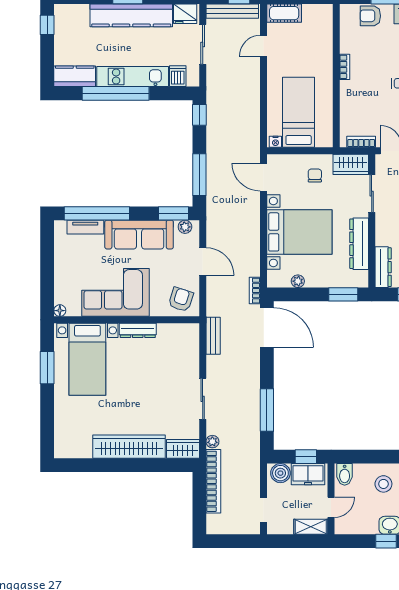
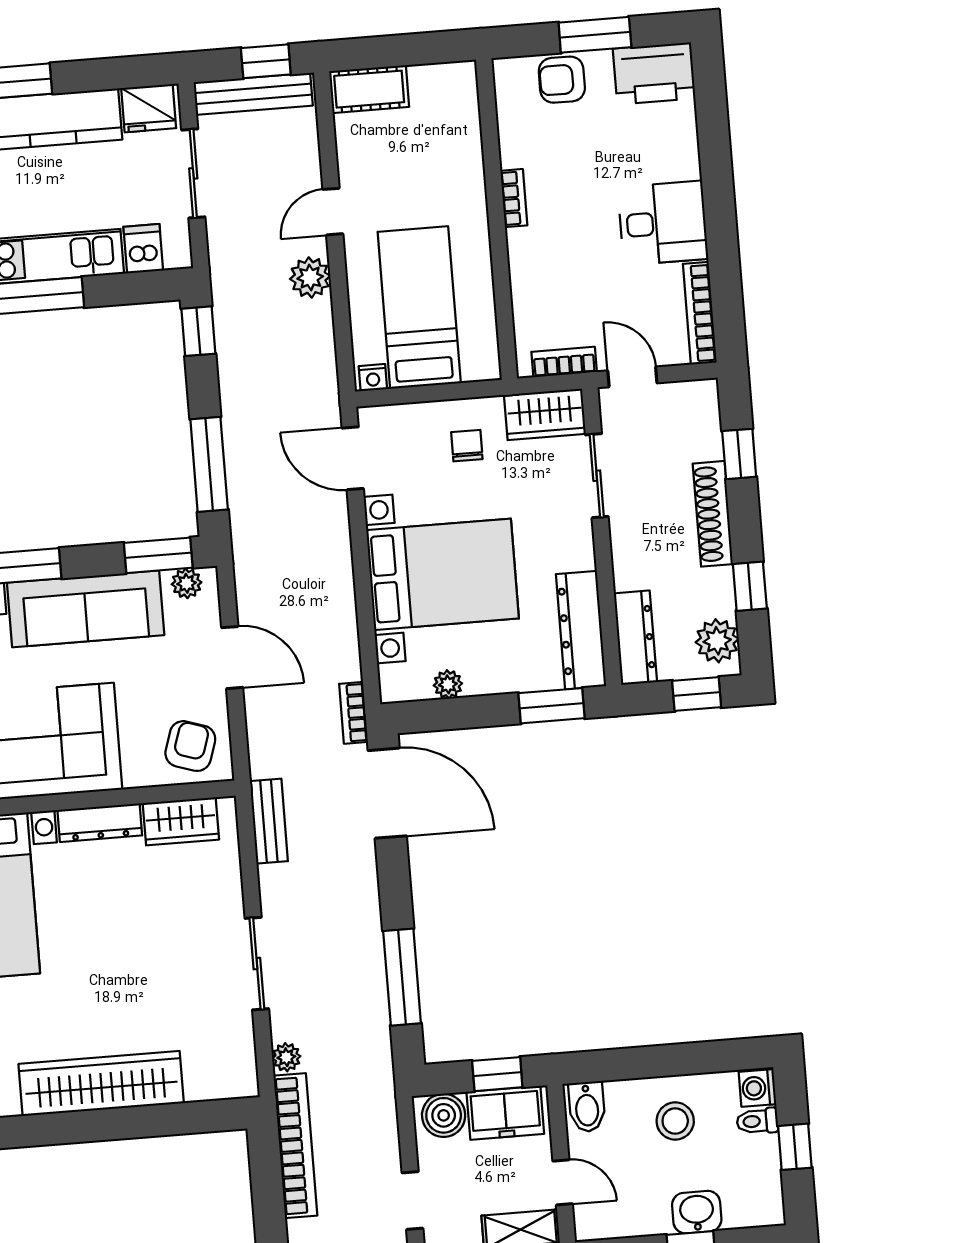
door: (264, 46) -> (333, 212), moved
plant: (251, 95) -> (310, 277), added
dresser: (359, 244) -> (581, 630), moved
wardrobe: (183, 449) -> (181, 821), moved, turned 180
door: (331, 507) -> (563, 1182), hinge flipped

